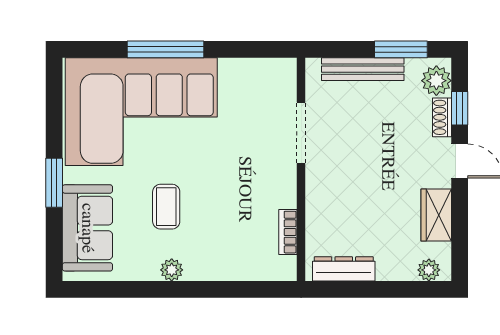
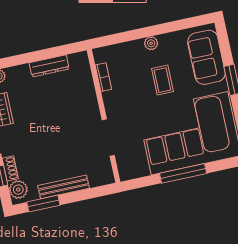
doorway: (301, 133) -> (108, 138), moved
wall: (301, 169) -> (104, 116), moved
bookcase: (288, 232) -> (103, 77), moved

